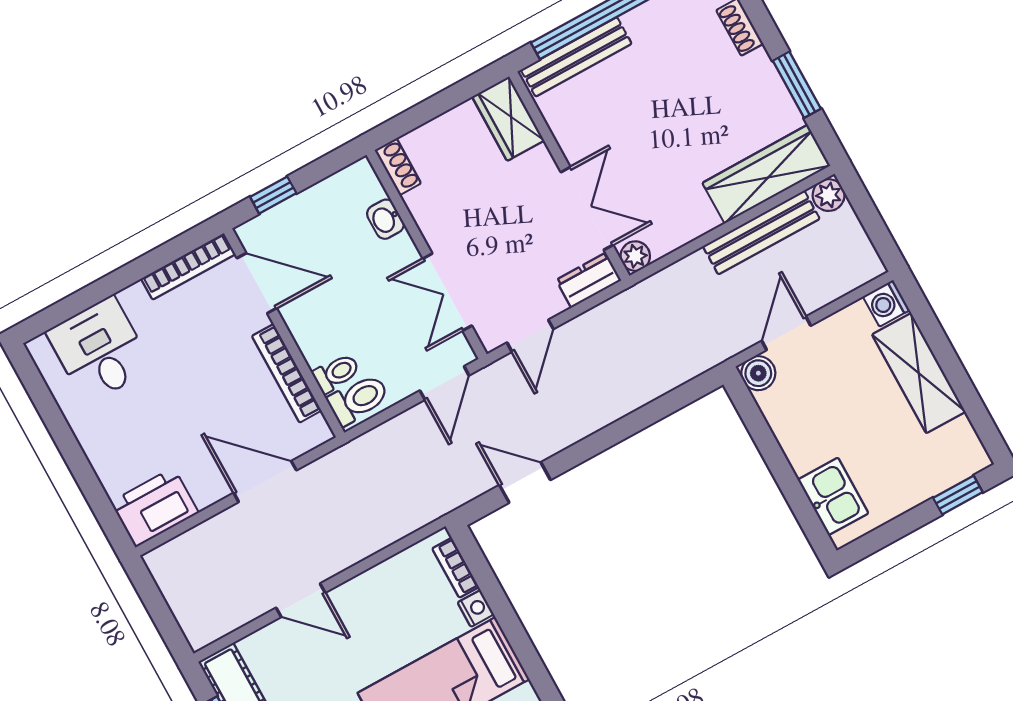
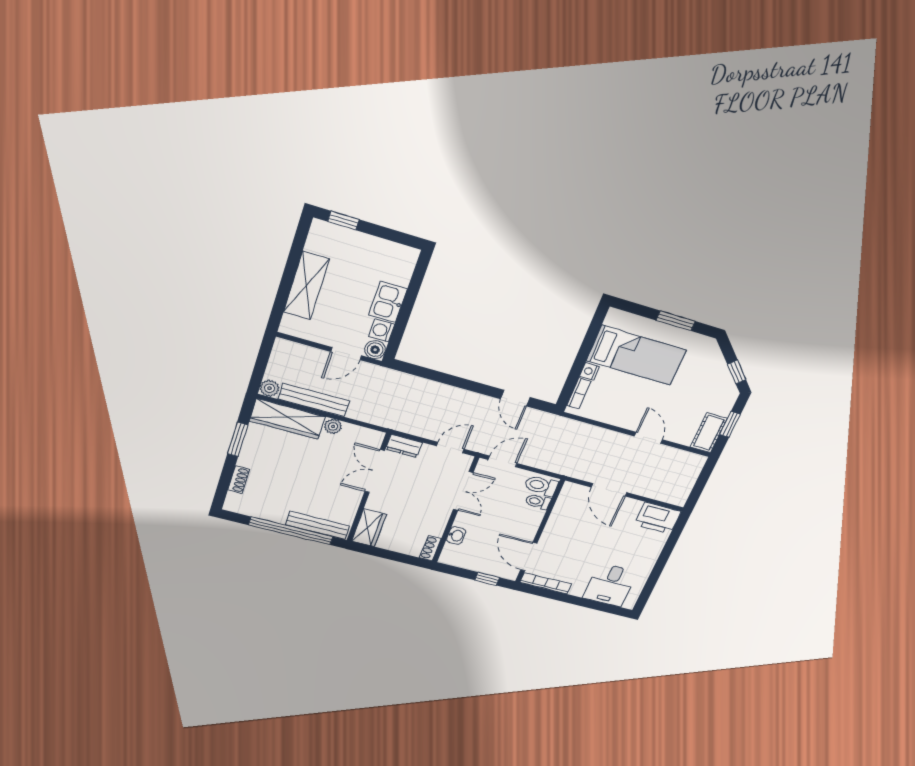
plant: (635, 256) -> (333, 426), moved
washing machine: (886, 303) -> (382, 330), moved, turned 180
bookcase: (287, 373) -> (556, 518), removed
kitchen sink: (833, 496) -> (388, 302), moved

